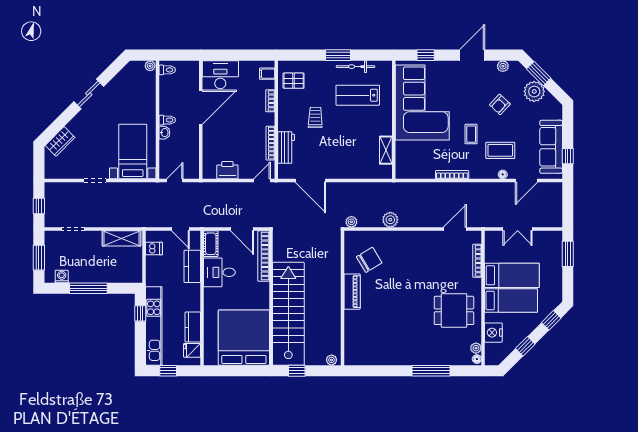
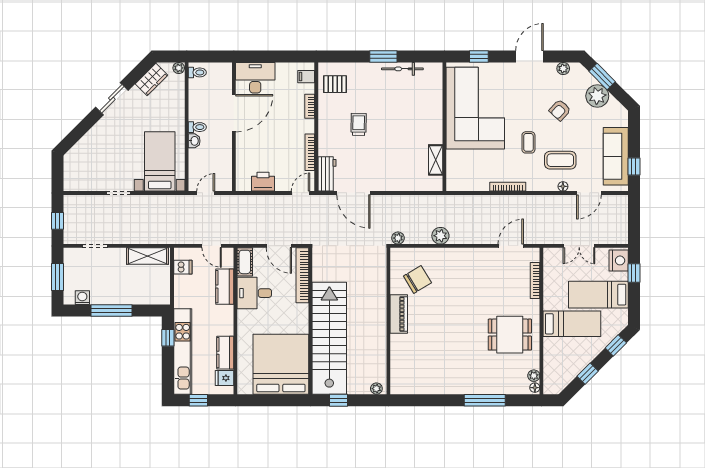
lab bench: (358, 95) -> (405, 100), removed
wardrobe: (60, 141) -> (151, 79), moved
workbench: (286, 148) -> (327, 174), moved
window: (568, 254) -> (634, 273), width x0.67
bed: (512, 275) -> (598, 295), moved, turned 180
nightstand: (493, 333) -> (619, 260), moved, turned 180

